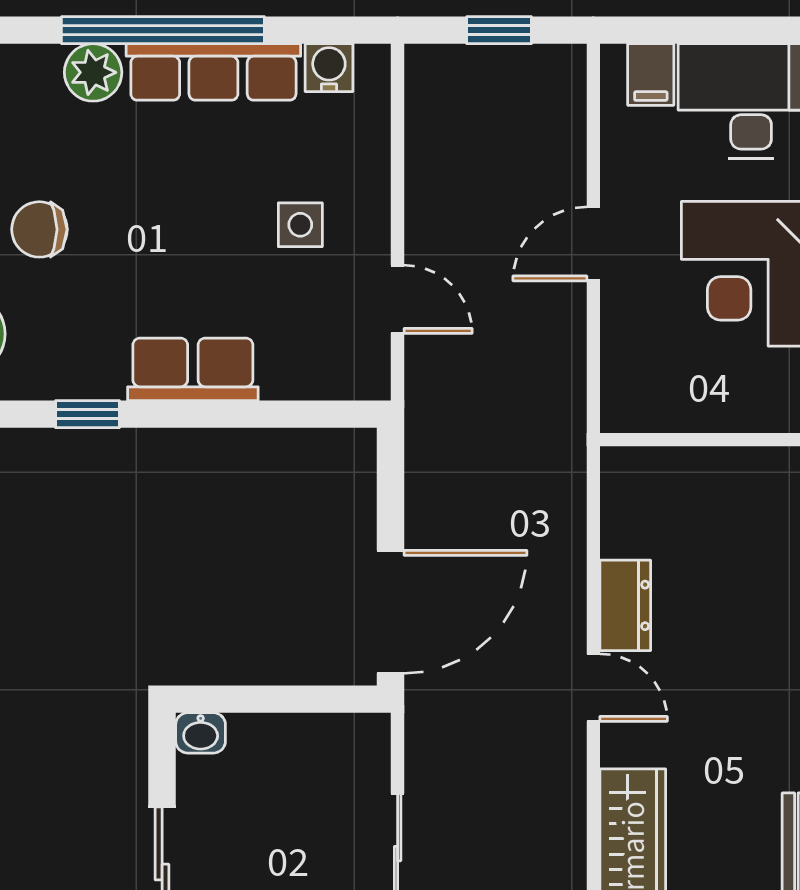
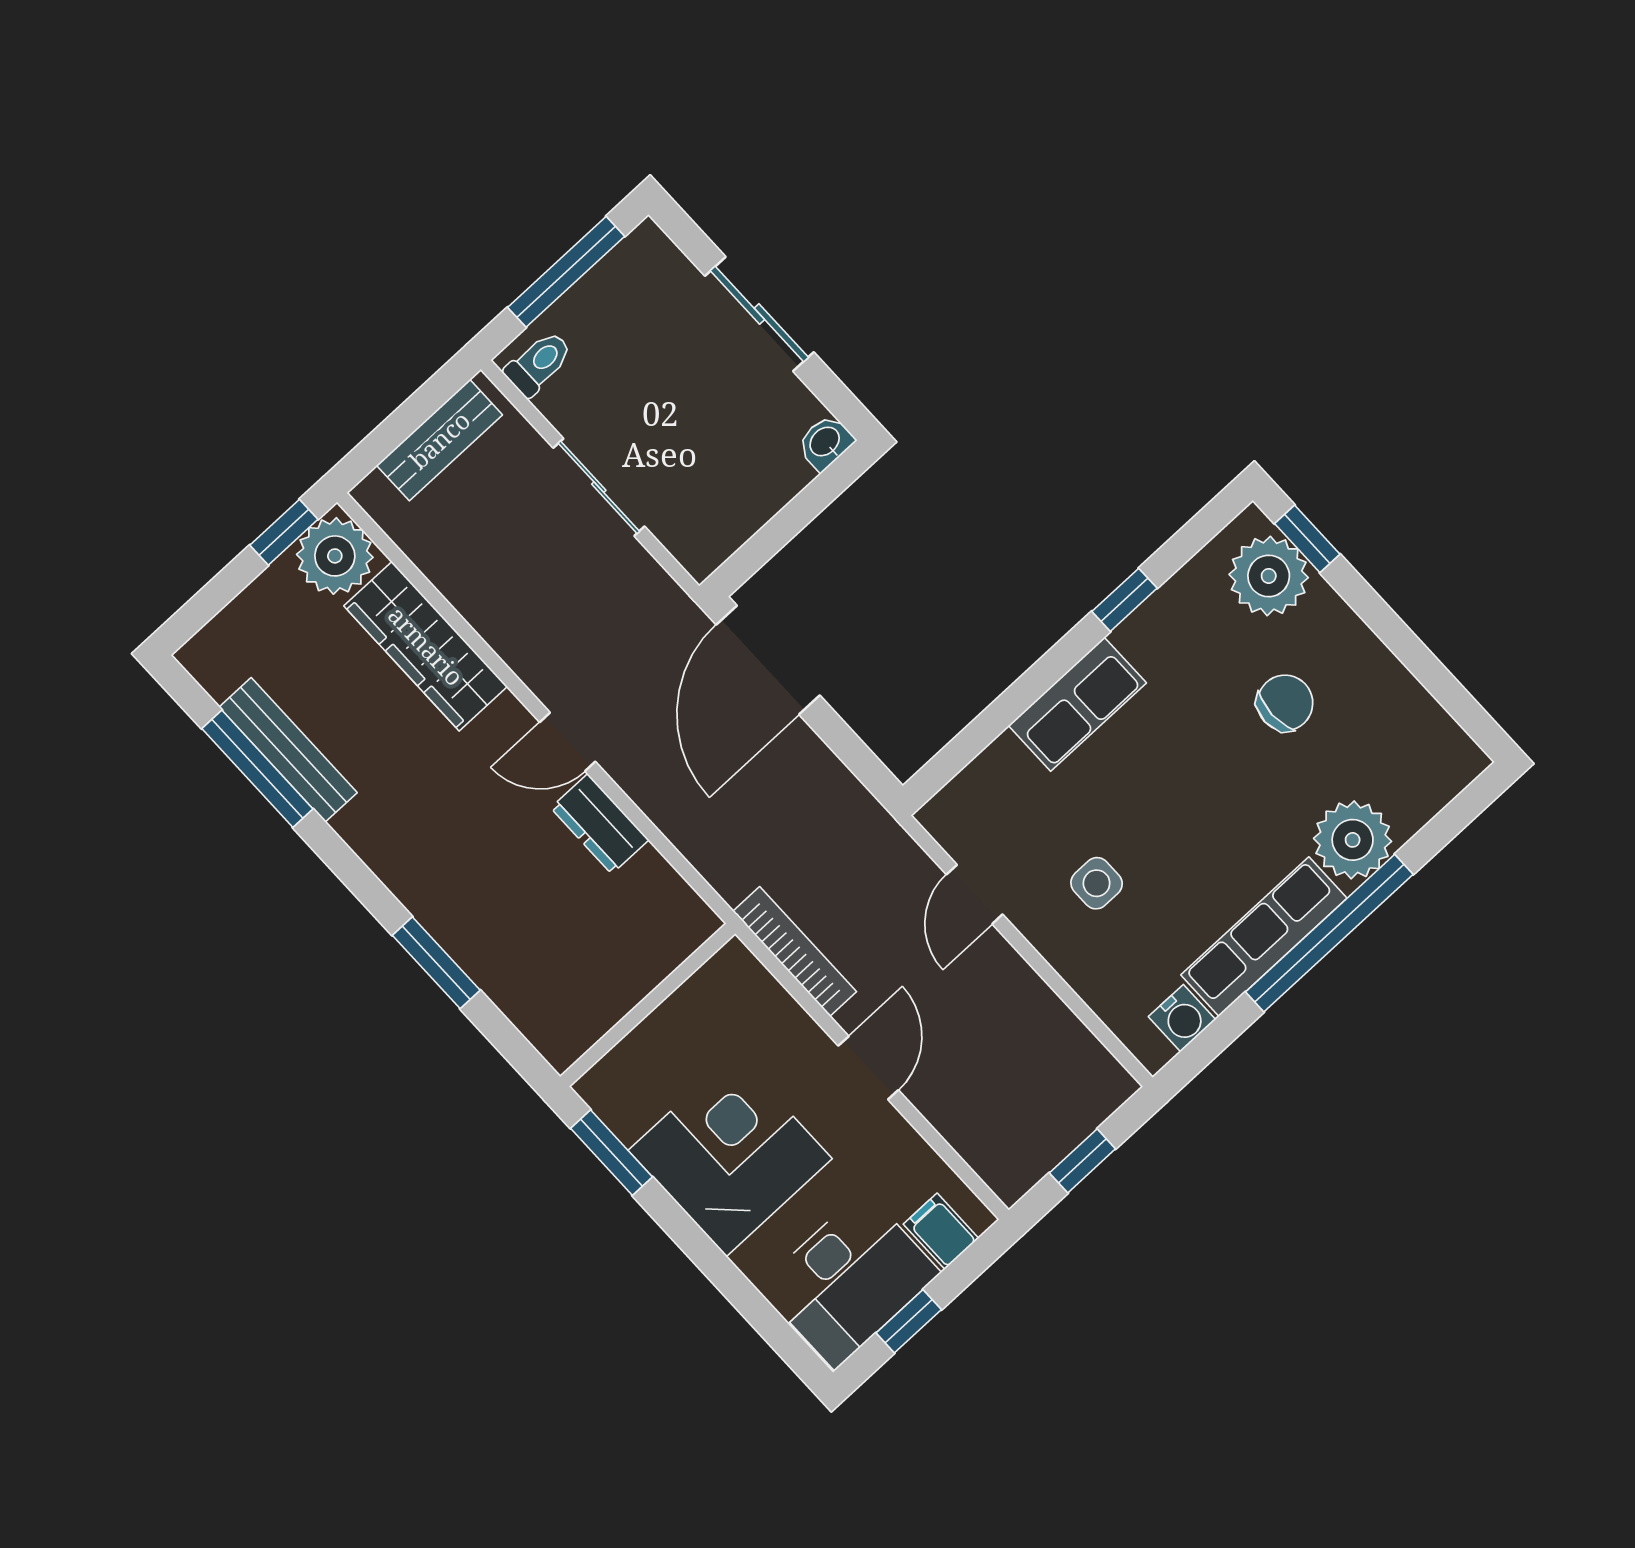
window: (736, 30) -> (909, 1321), added
plant: (93, 72) -> (1353, 840), width x1.36, depth x1.36
door: (398, 299) -> (975, 894), hinge flipped
bookcase: (568, 379) -> (795, 951), added

